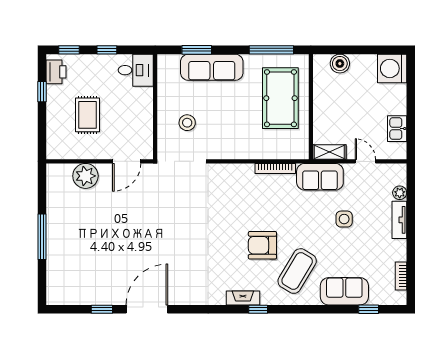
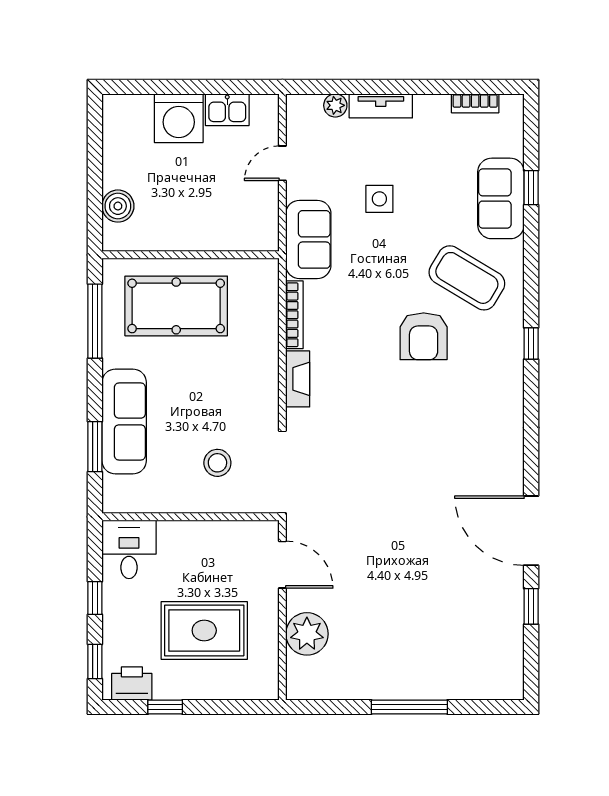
washing machine: (392, 68) -> (179, 118), moved
rug: (87, 115) -> (204, 630), width x1.36, depth x1.43
shelving: (329, 152) -> (267, 224), removed
fireplace: (243, 298) -> (298, 379), moved, turned 180
window: (369, 309) -> (531, 188), moved

